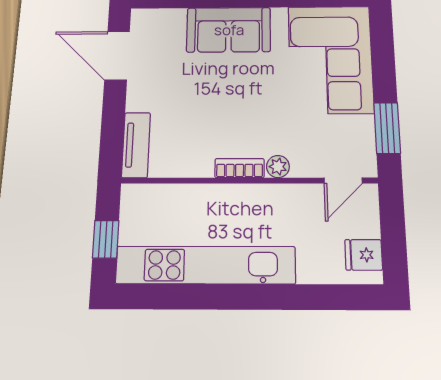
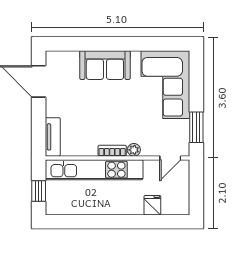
fridge: (364, 255) -> (152, 205), moved, turned 90
kitchen unit: (206, 265) -> (94, 170), moved, turned 180

